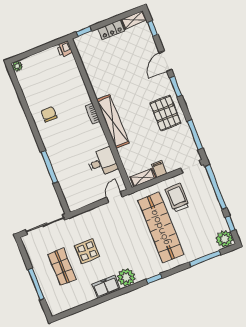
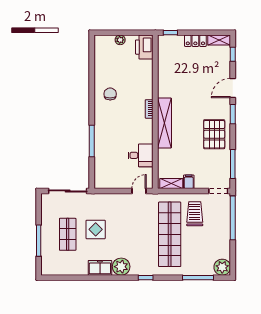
printer: (65, 49) -> (144, 47), width x1.87, depth x1.48
plant: (17, 66) -> (120, 40), moved
window: (230, 224) -> (233, 256), removed

